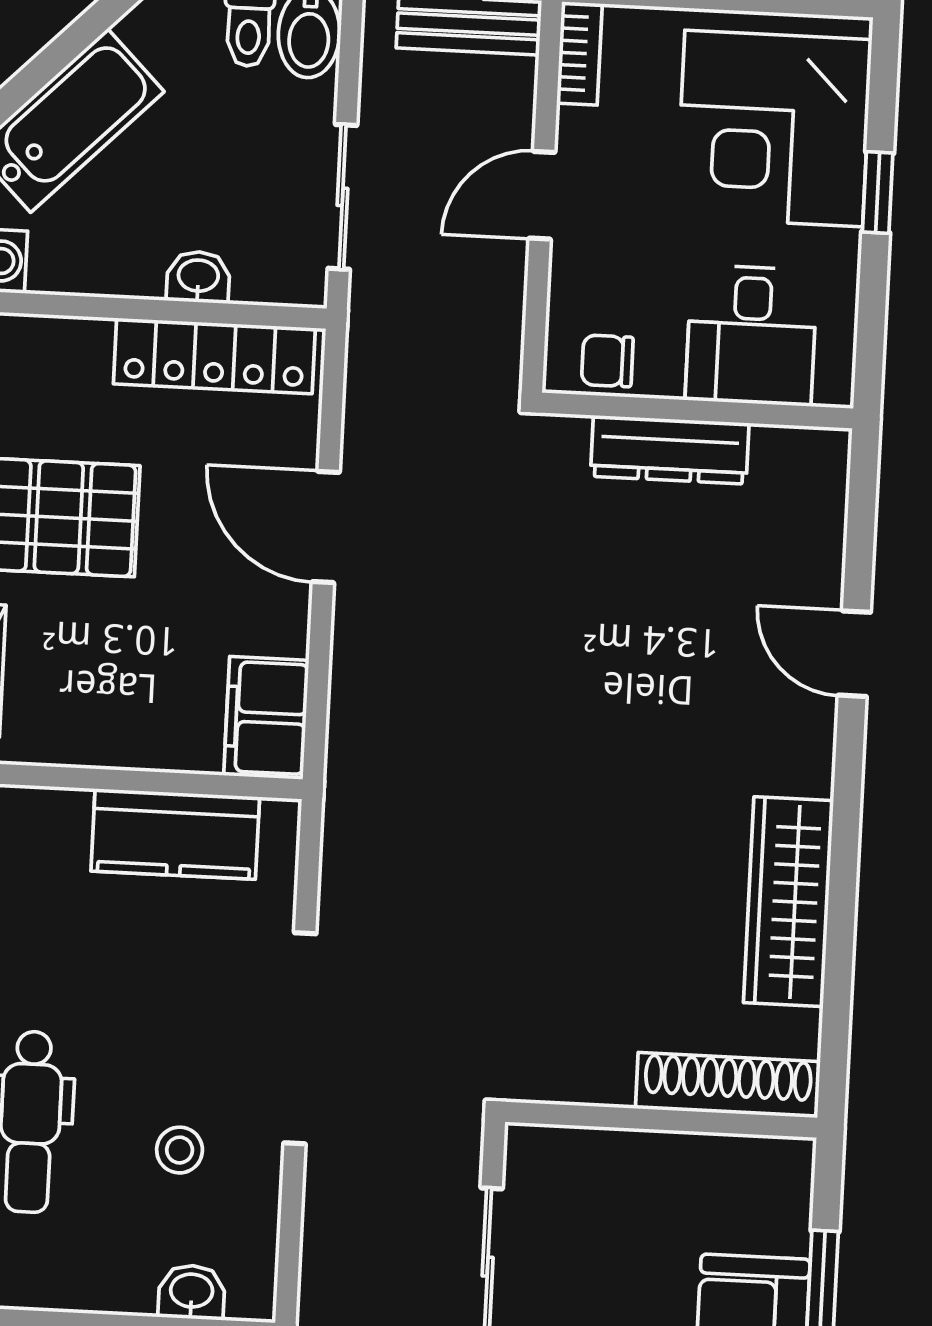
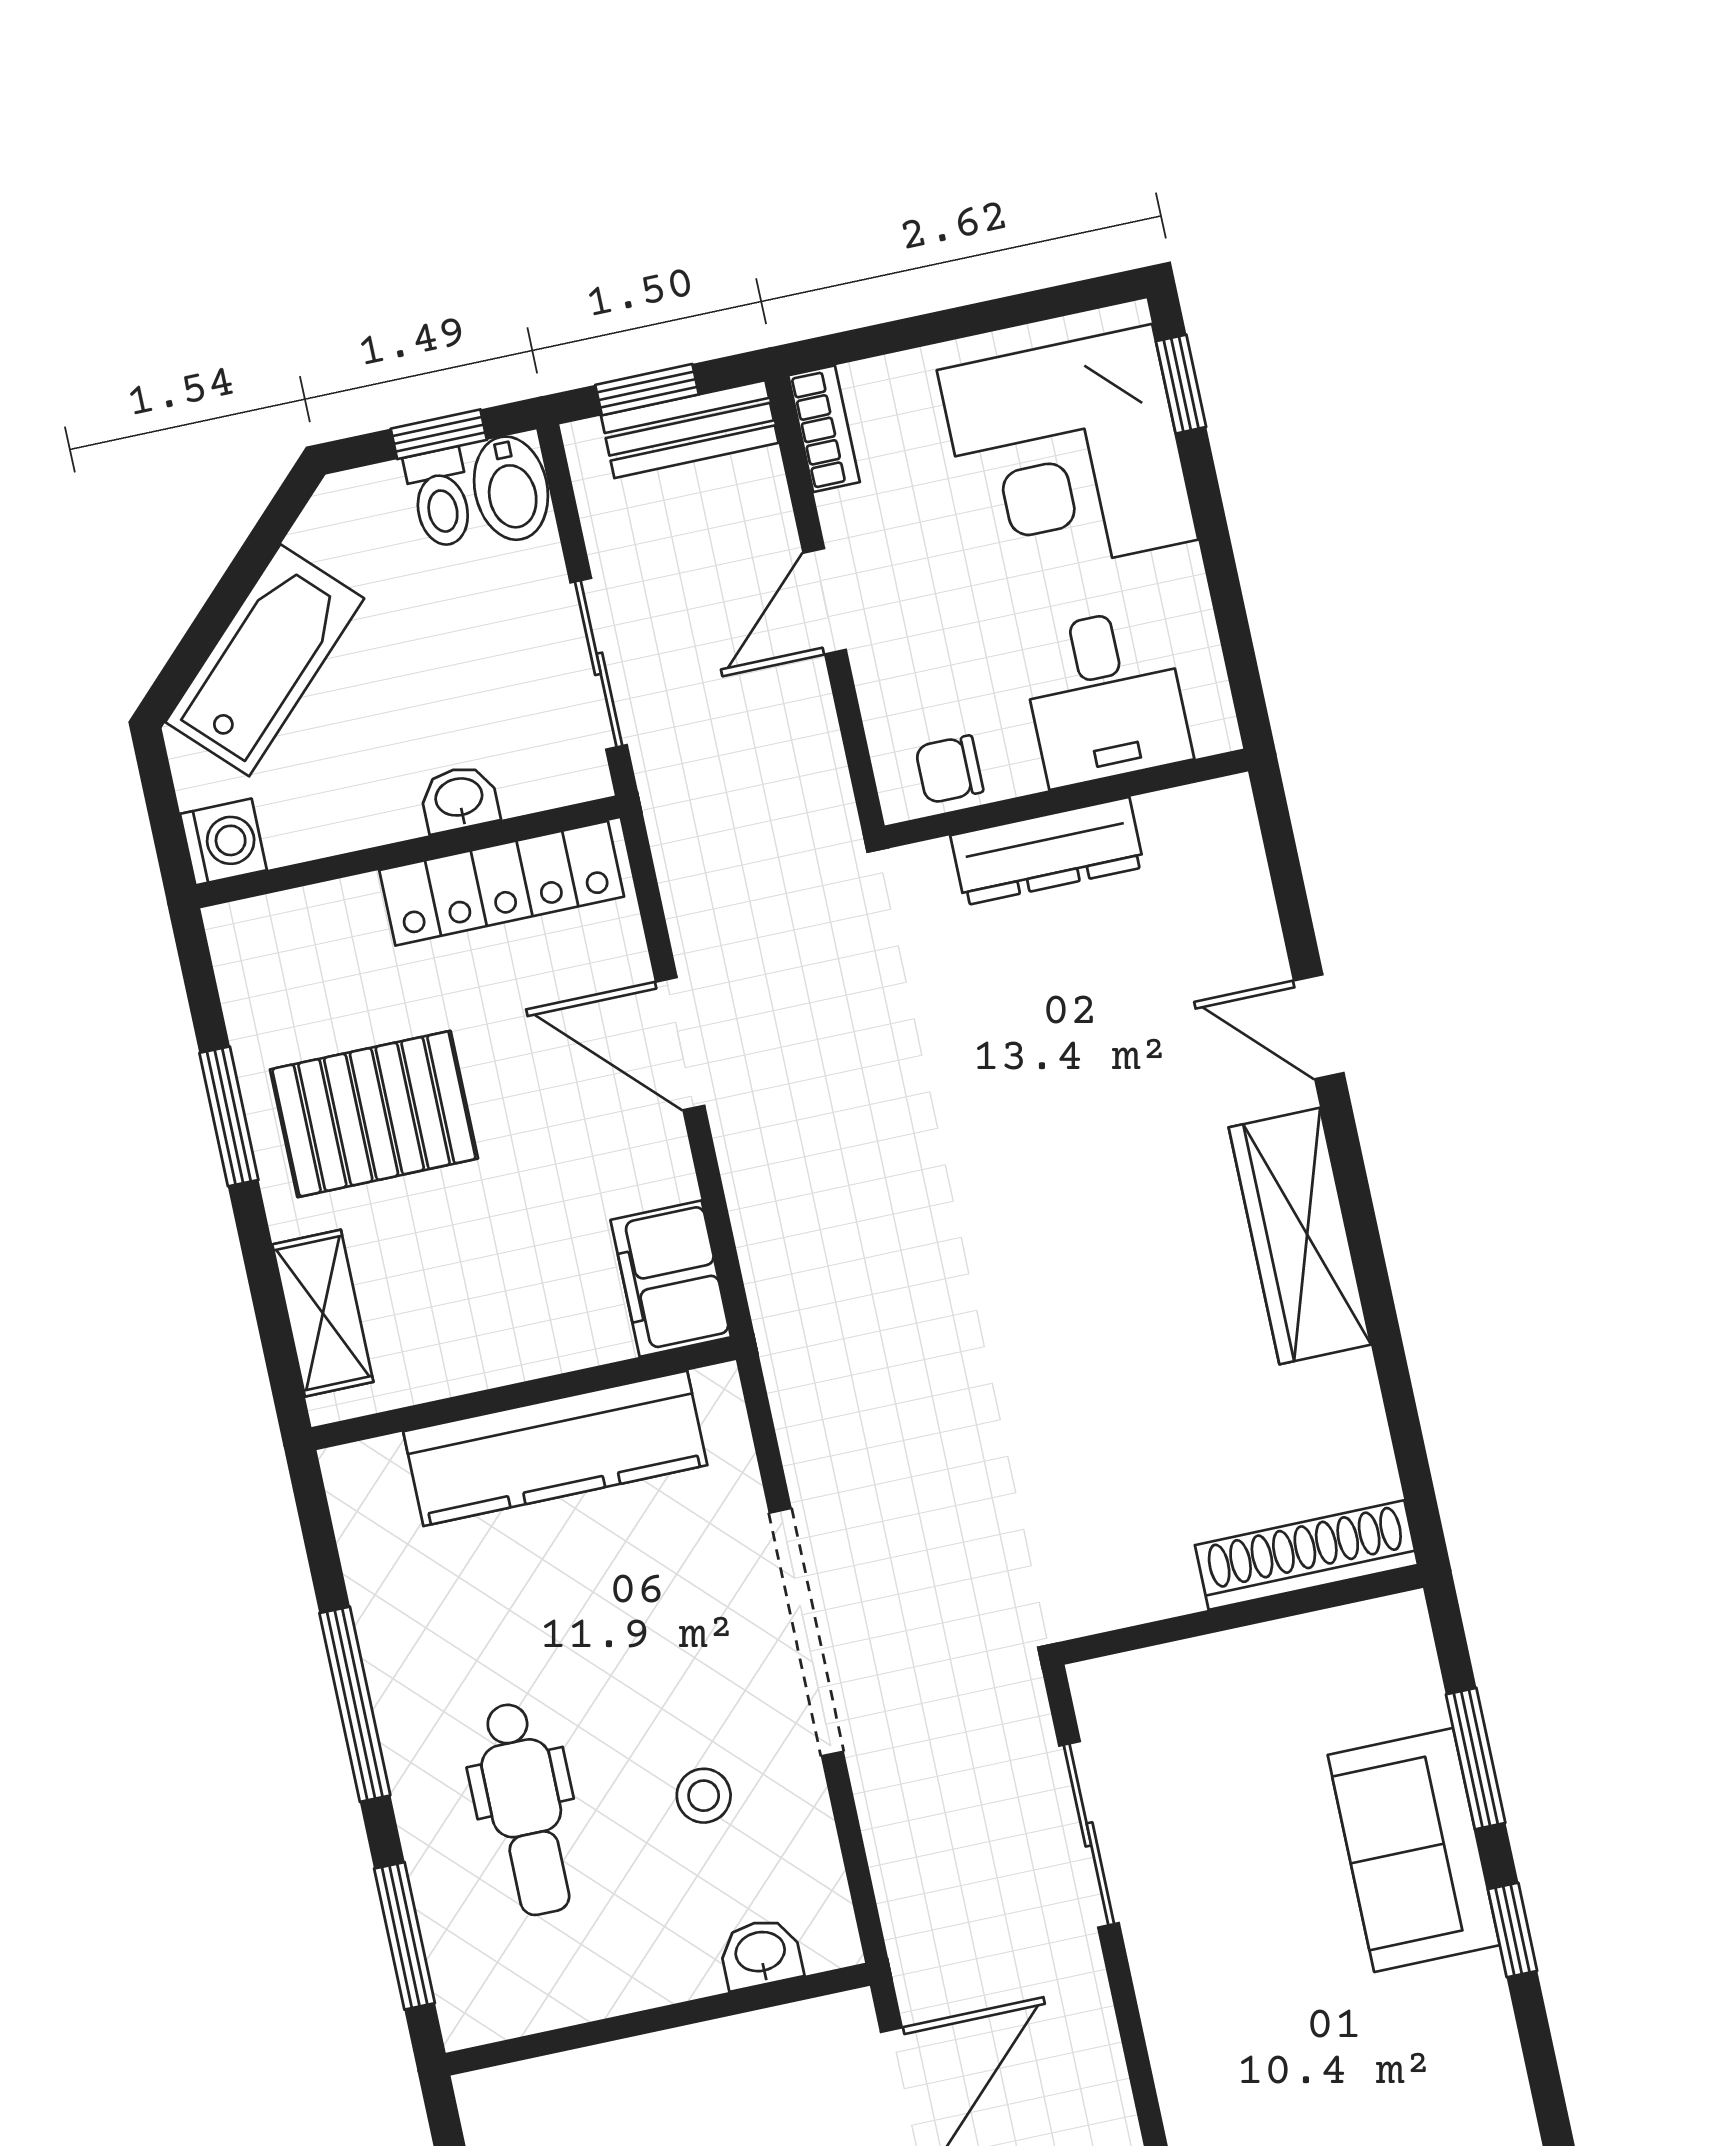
window: (878, 192) -> (1181, 384), moved
kitchen counter: (175, 834) -> (555, 1448), width x1.50
wardrobe: (789, 902) -> (1300, 1236), moved

